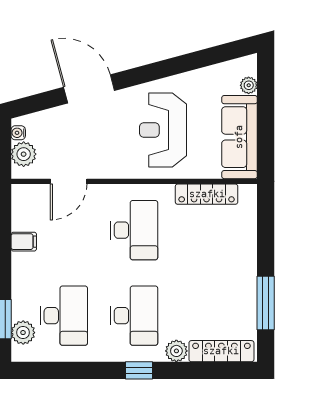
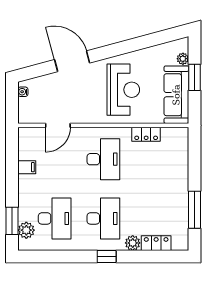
window: (266, 112) -> (195, 77), added
reception desk: (163, 130) -> (123, 90), turned 180
plant: (24, 154) -> (27, 107), removed
locker: (207, 194) -> (146, 134), width x0.66
locker: (221, 351) -> (156, 243), width x0.66

